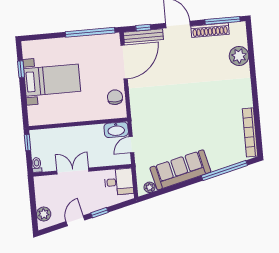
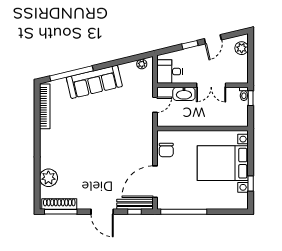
shoe rack: (210, 30) -> (59, 204), moved
bed with nightstands: (52, 80) -> (223, 163), width x1.36
washbasin: (116, 130) -> (184, 94), moved, turned 180
window: (28, 142) -> (251, 98), moved
sofa: (180, 170) -> (94, 82), moved

